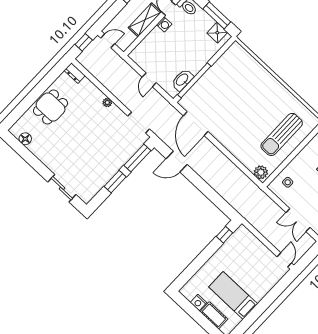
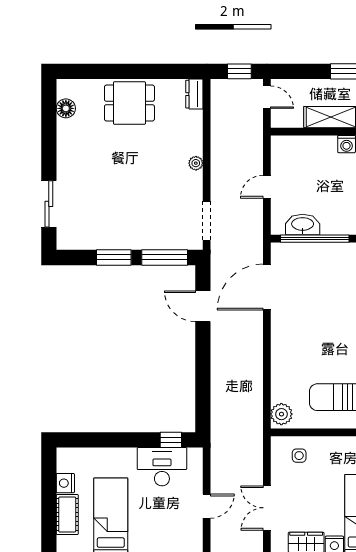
desk: (233, 251) -> (162, 467), added
door: (284, 260) -> (207, 506), moved

